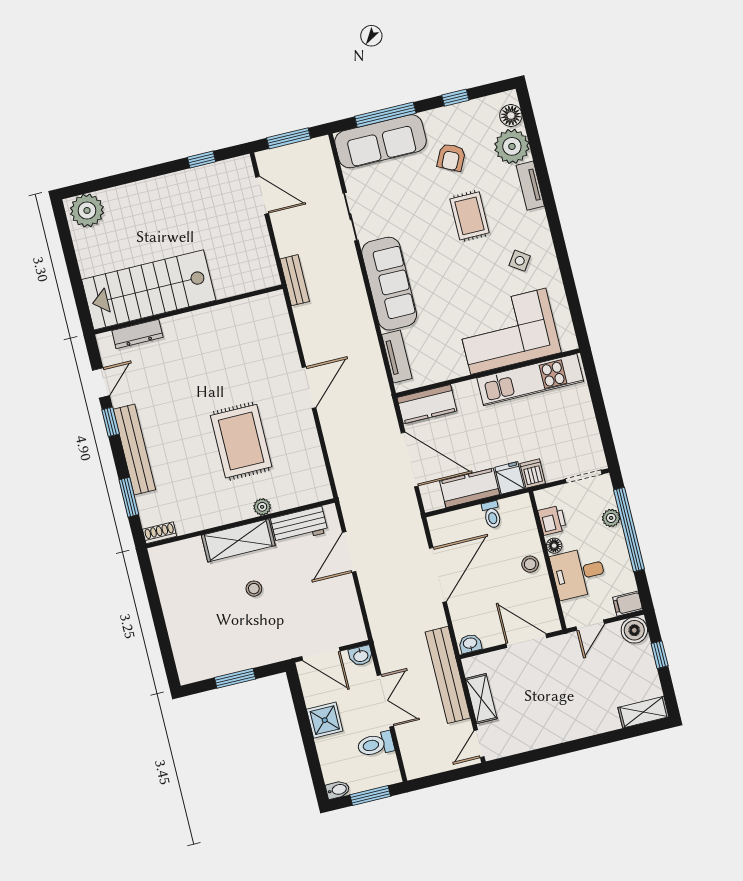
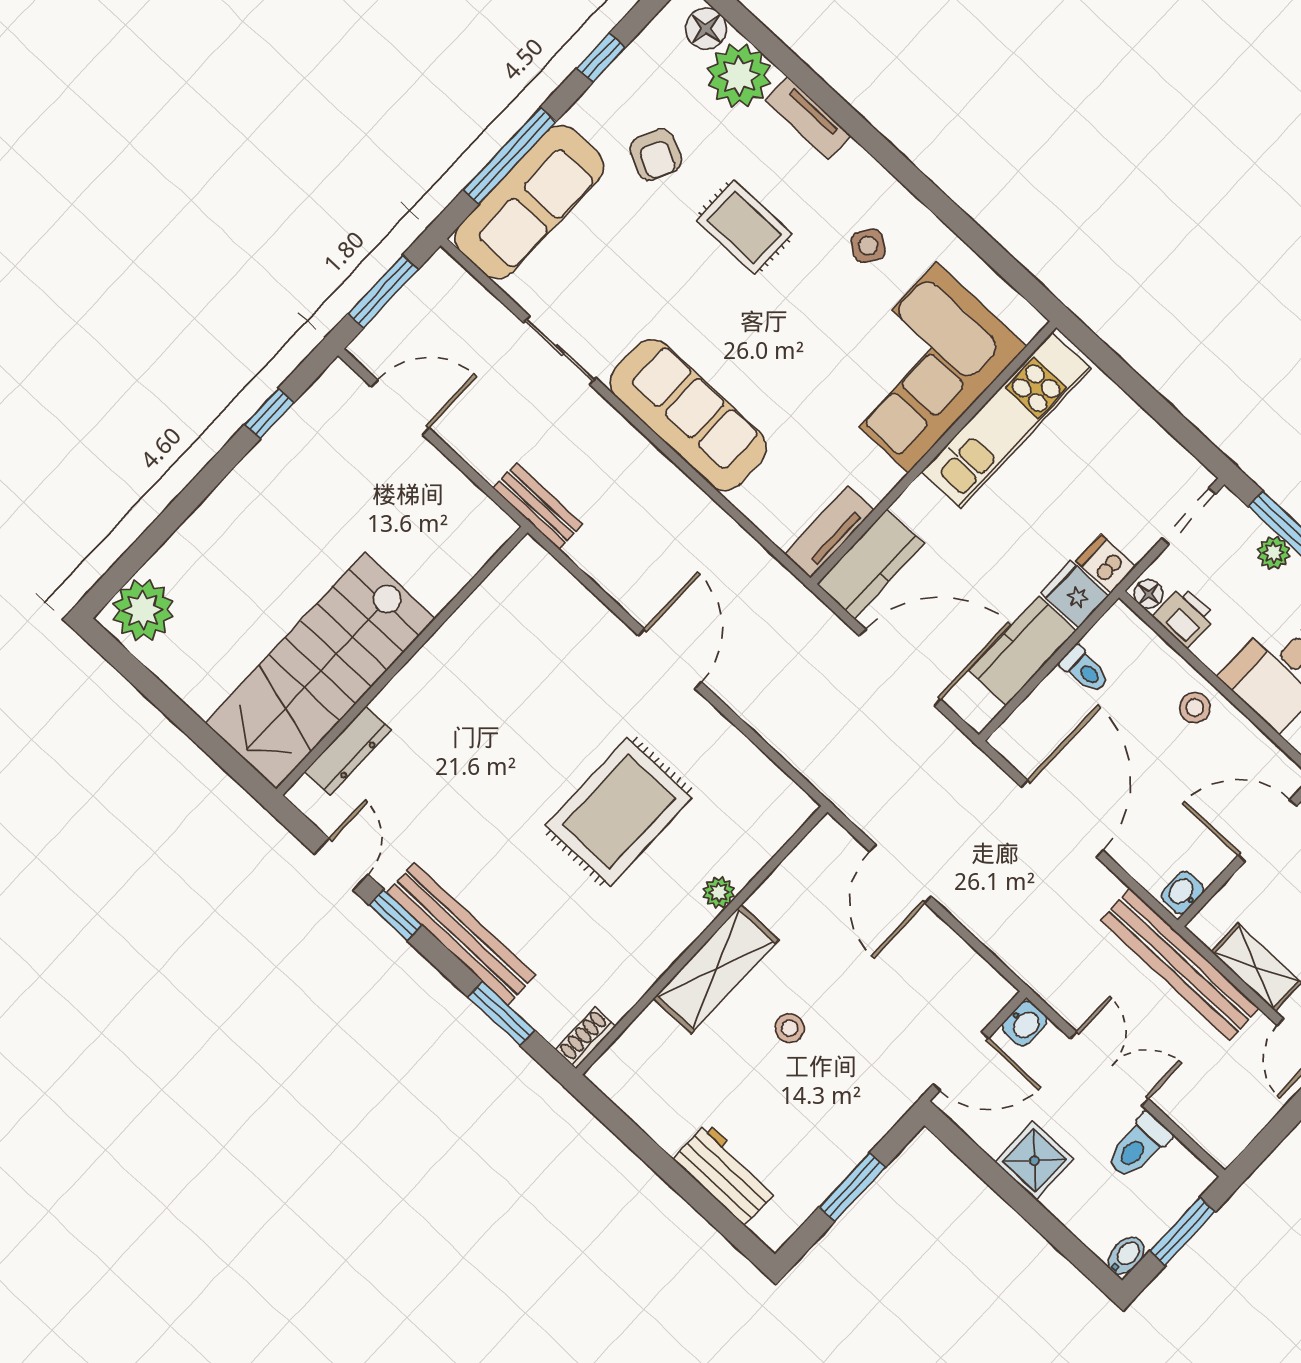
tv unit: (397, 356) -> (829, 532), moved, turned -90
rug: (241, 441) -> (619, 812), turned 90
workbench: (299, 525) -> (726, 1174), moved, turned -90
floor lamp: (554, 546) -> (1149, 594), moved

